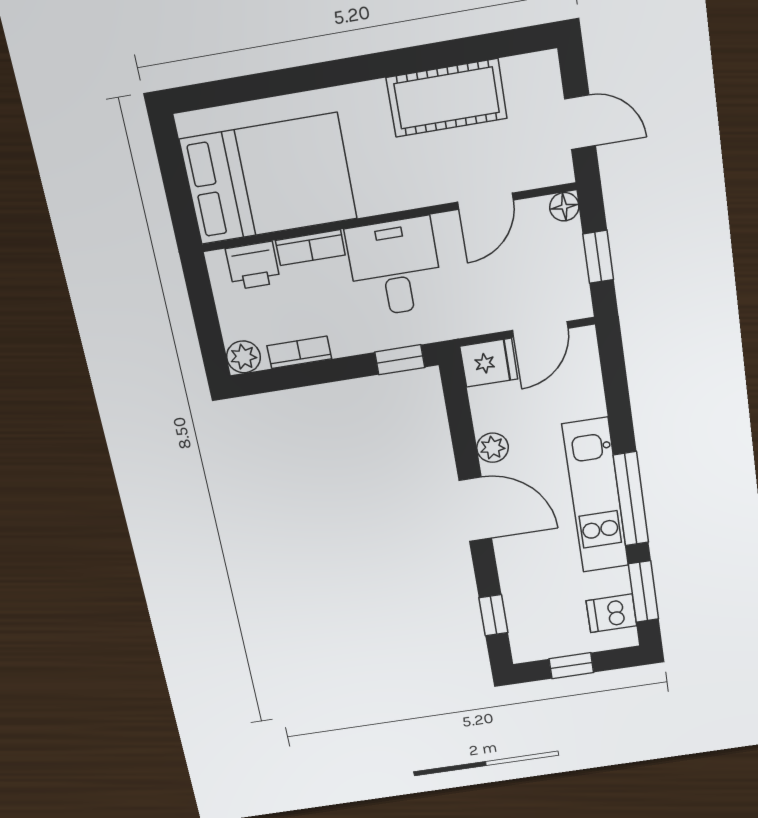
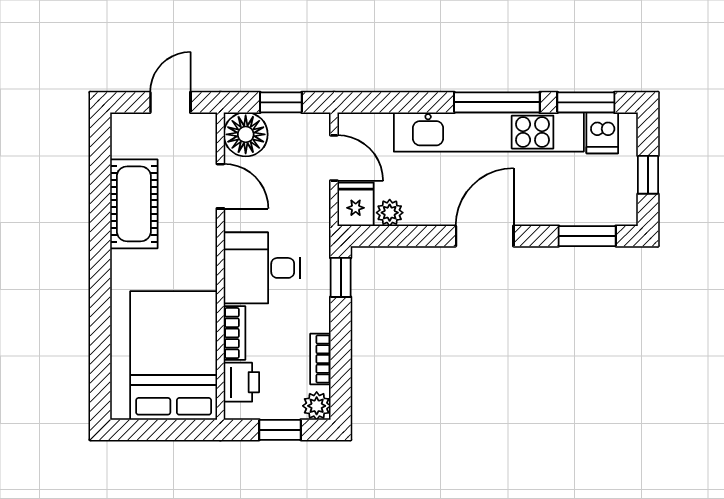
floor lamp: (564, 207) -> (246, 134), width x1.89, depth x1.89
window: (206, 320) -> (280, 430), added
plant: (493, 448) -> (390, 213), moved
kitchen unit: (595, 496) -> (489, 132), width x1.36
window: (493, 615) -> (587, 236), width x1.50

